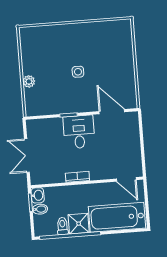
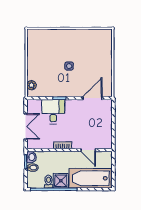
plant: (29, 81) -> (31, 85), moved
door: (112, 112) -> (92, 98), hinge flipped
desk: (79, 132) -> (53, 112), moved
double door: (27, 156) -> (26, 126), swing flipped
door: (126, 179) -> (88, 150), moved

